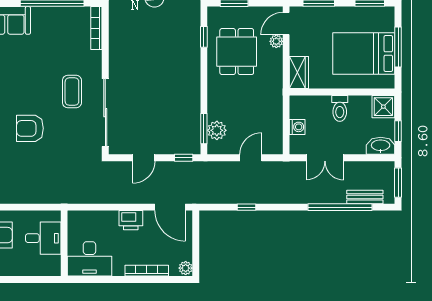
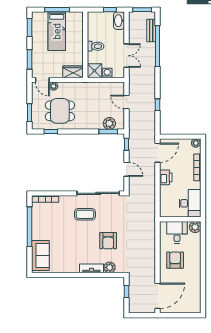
bed: (364, 54) -> (57, 31), width x0.67
shower: (383, 107) -> (94, 71), moved
plant: (52, 267) -> (195, 227), added

